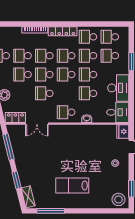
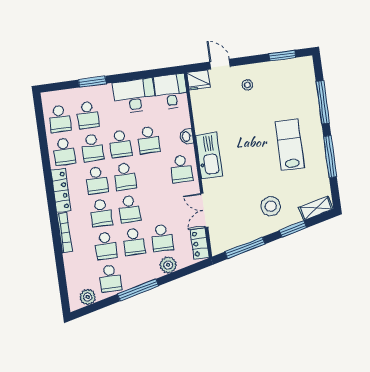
school desk: (44, 93) -> (162, 238), moved
double door: (37, 124) -> (204, 210), swing flipped
kitchen sink: (72, 132) -> (209, 155), added
lab bench: (72, 185) -> (290, 145), turned 180
stool: (118, 199) -> (271, 206), moved
window: (51, 211) -> (330, 156), moved
window: (97, 211) -> (323, 102), added

